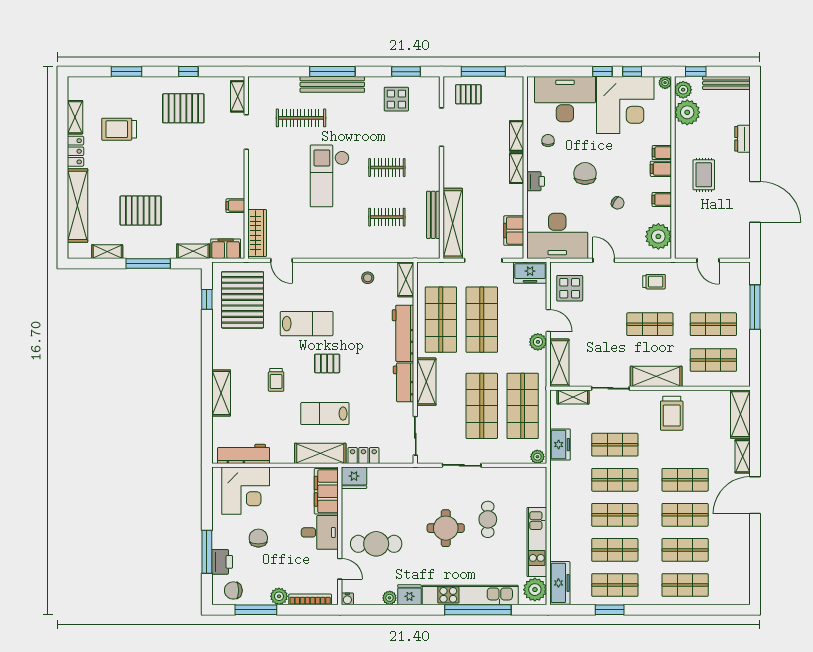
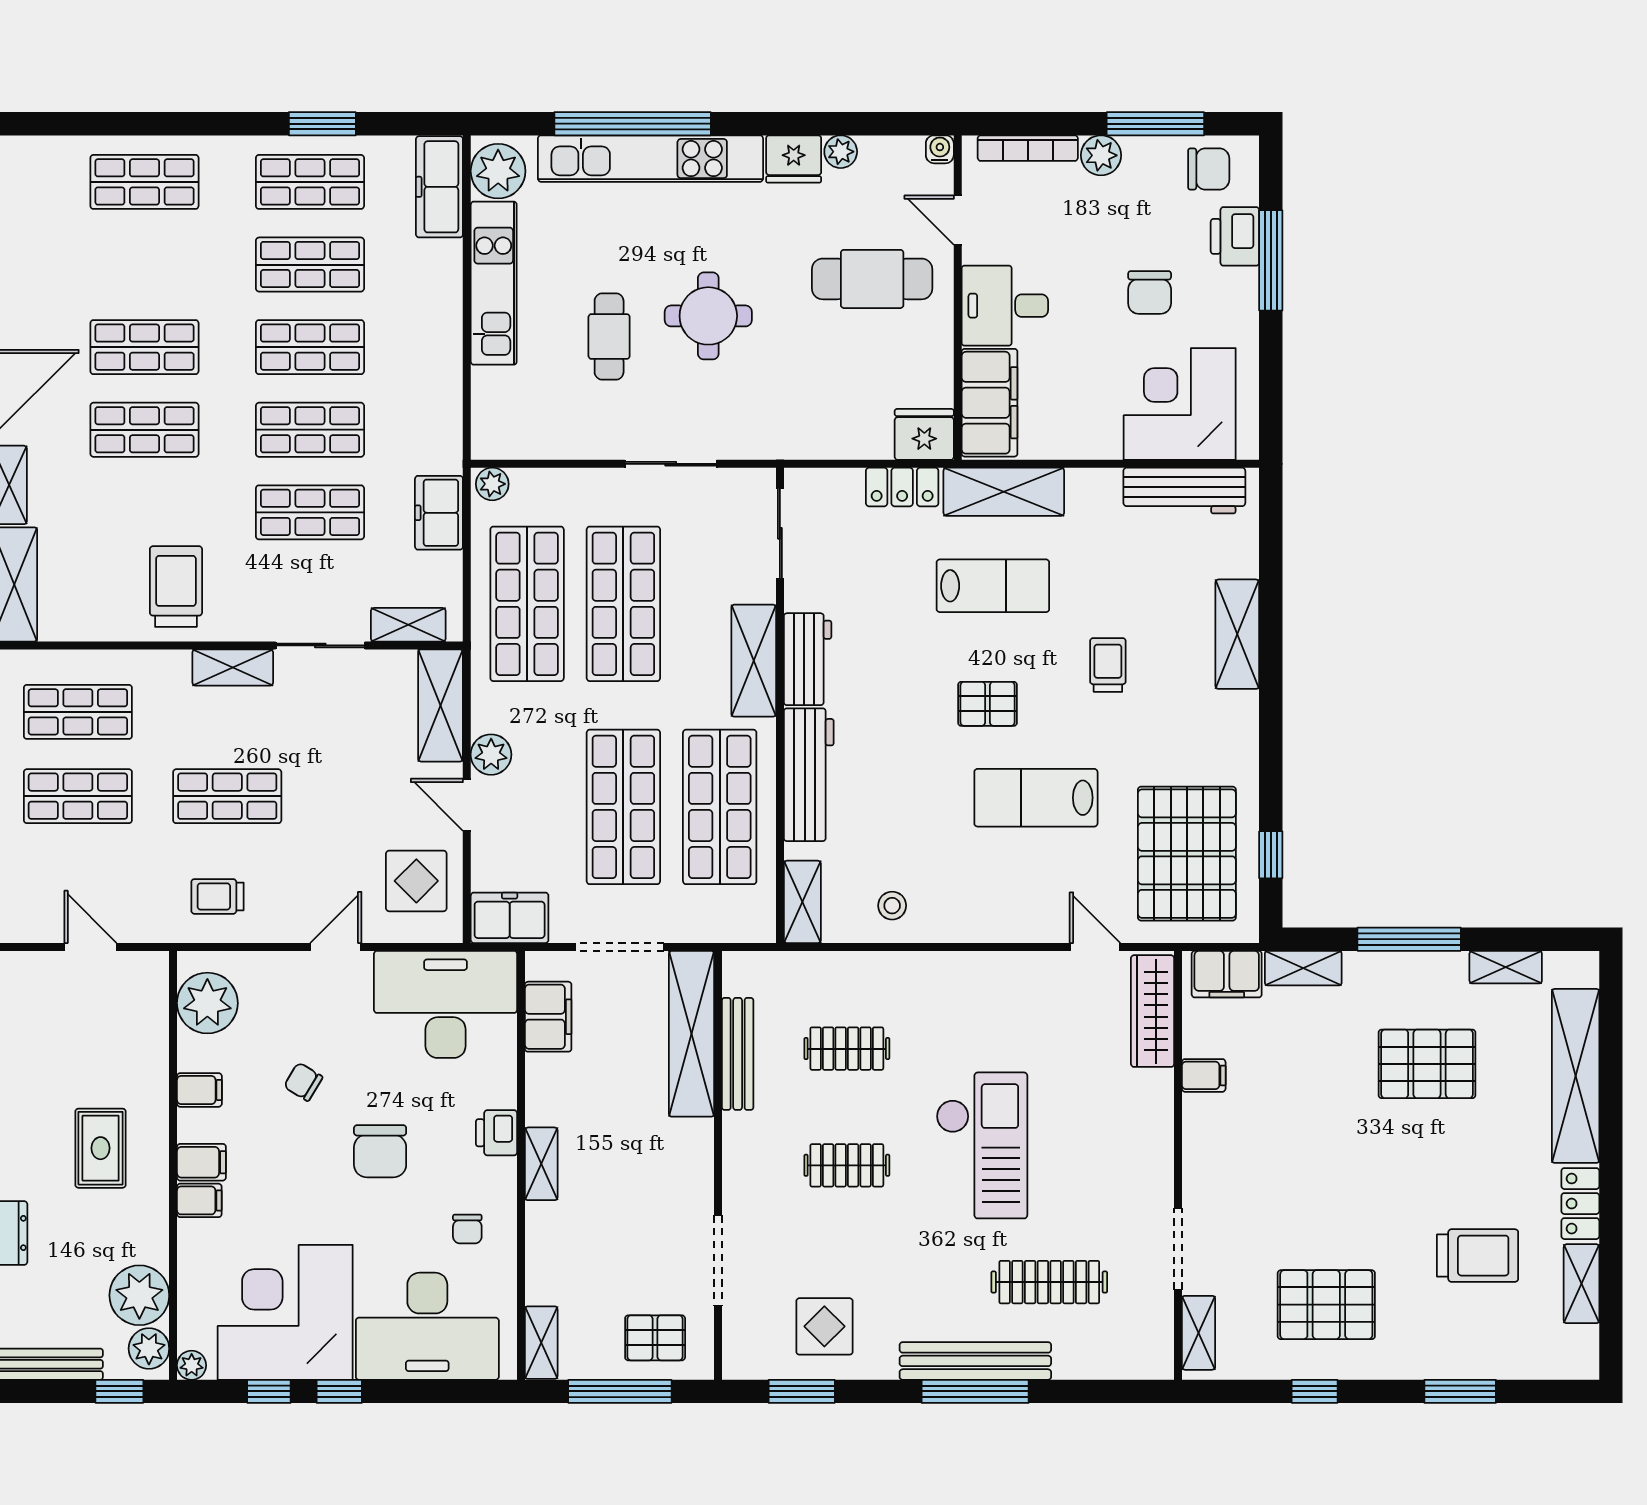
shelving: (517, 136) -> (541, 1343), moved
door: (604, 260) -> (336, 947), swing flipped
shelving: (656, 376) -> (233, 667), width x0.67, depth x0.75
shop shelf: (685, 550) -> (144, 265), removed

